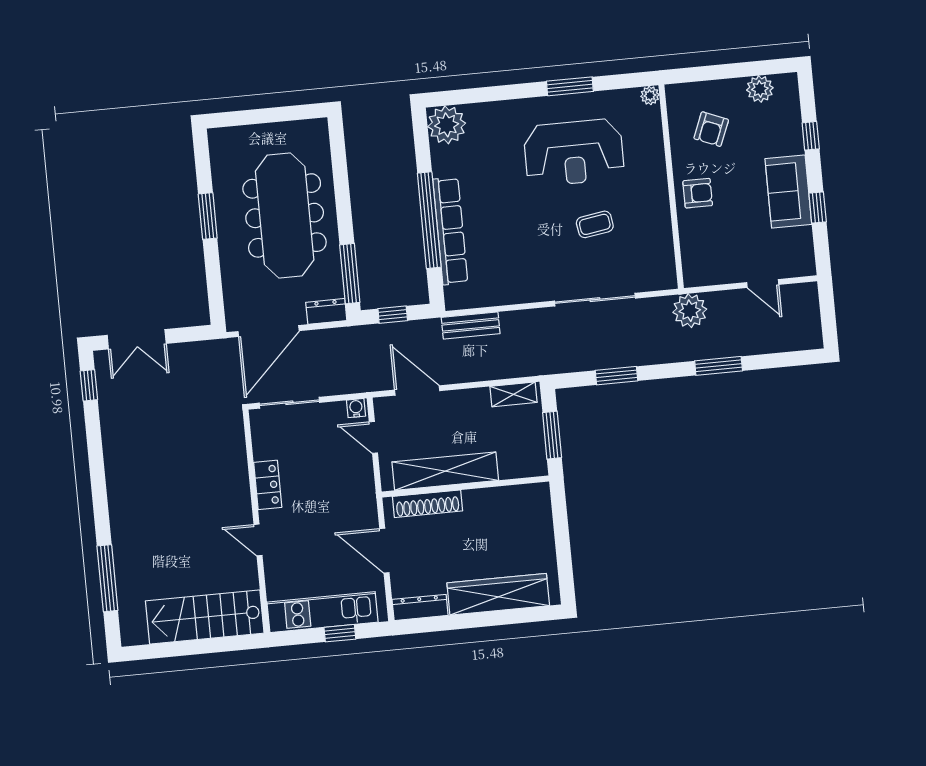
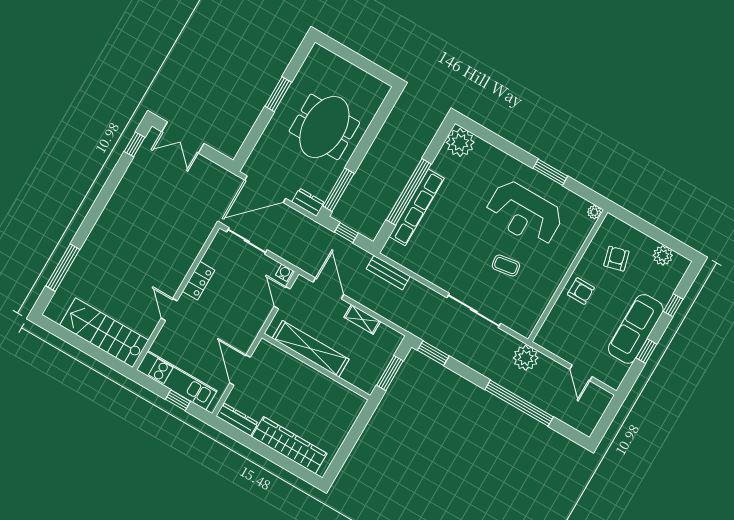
armchair: (711, 129) -> (616, 259), turned 143
sofa: (788, 191) -> (636, 329), width x1.36
meeting table: (285, 215) -> (324, 127), width x0.73
window: (719, 366) -> (519, 403), width x2.11
window: (616, 376) -> (433, 353), moved
shelving: (513, 394) -> (362, 319), moved
shoe rack: (427, 504) -> (286, 361), removed

